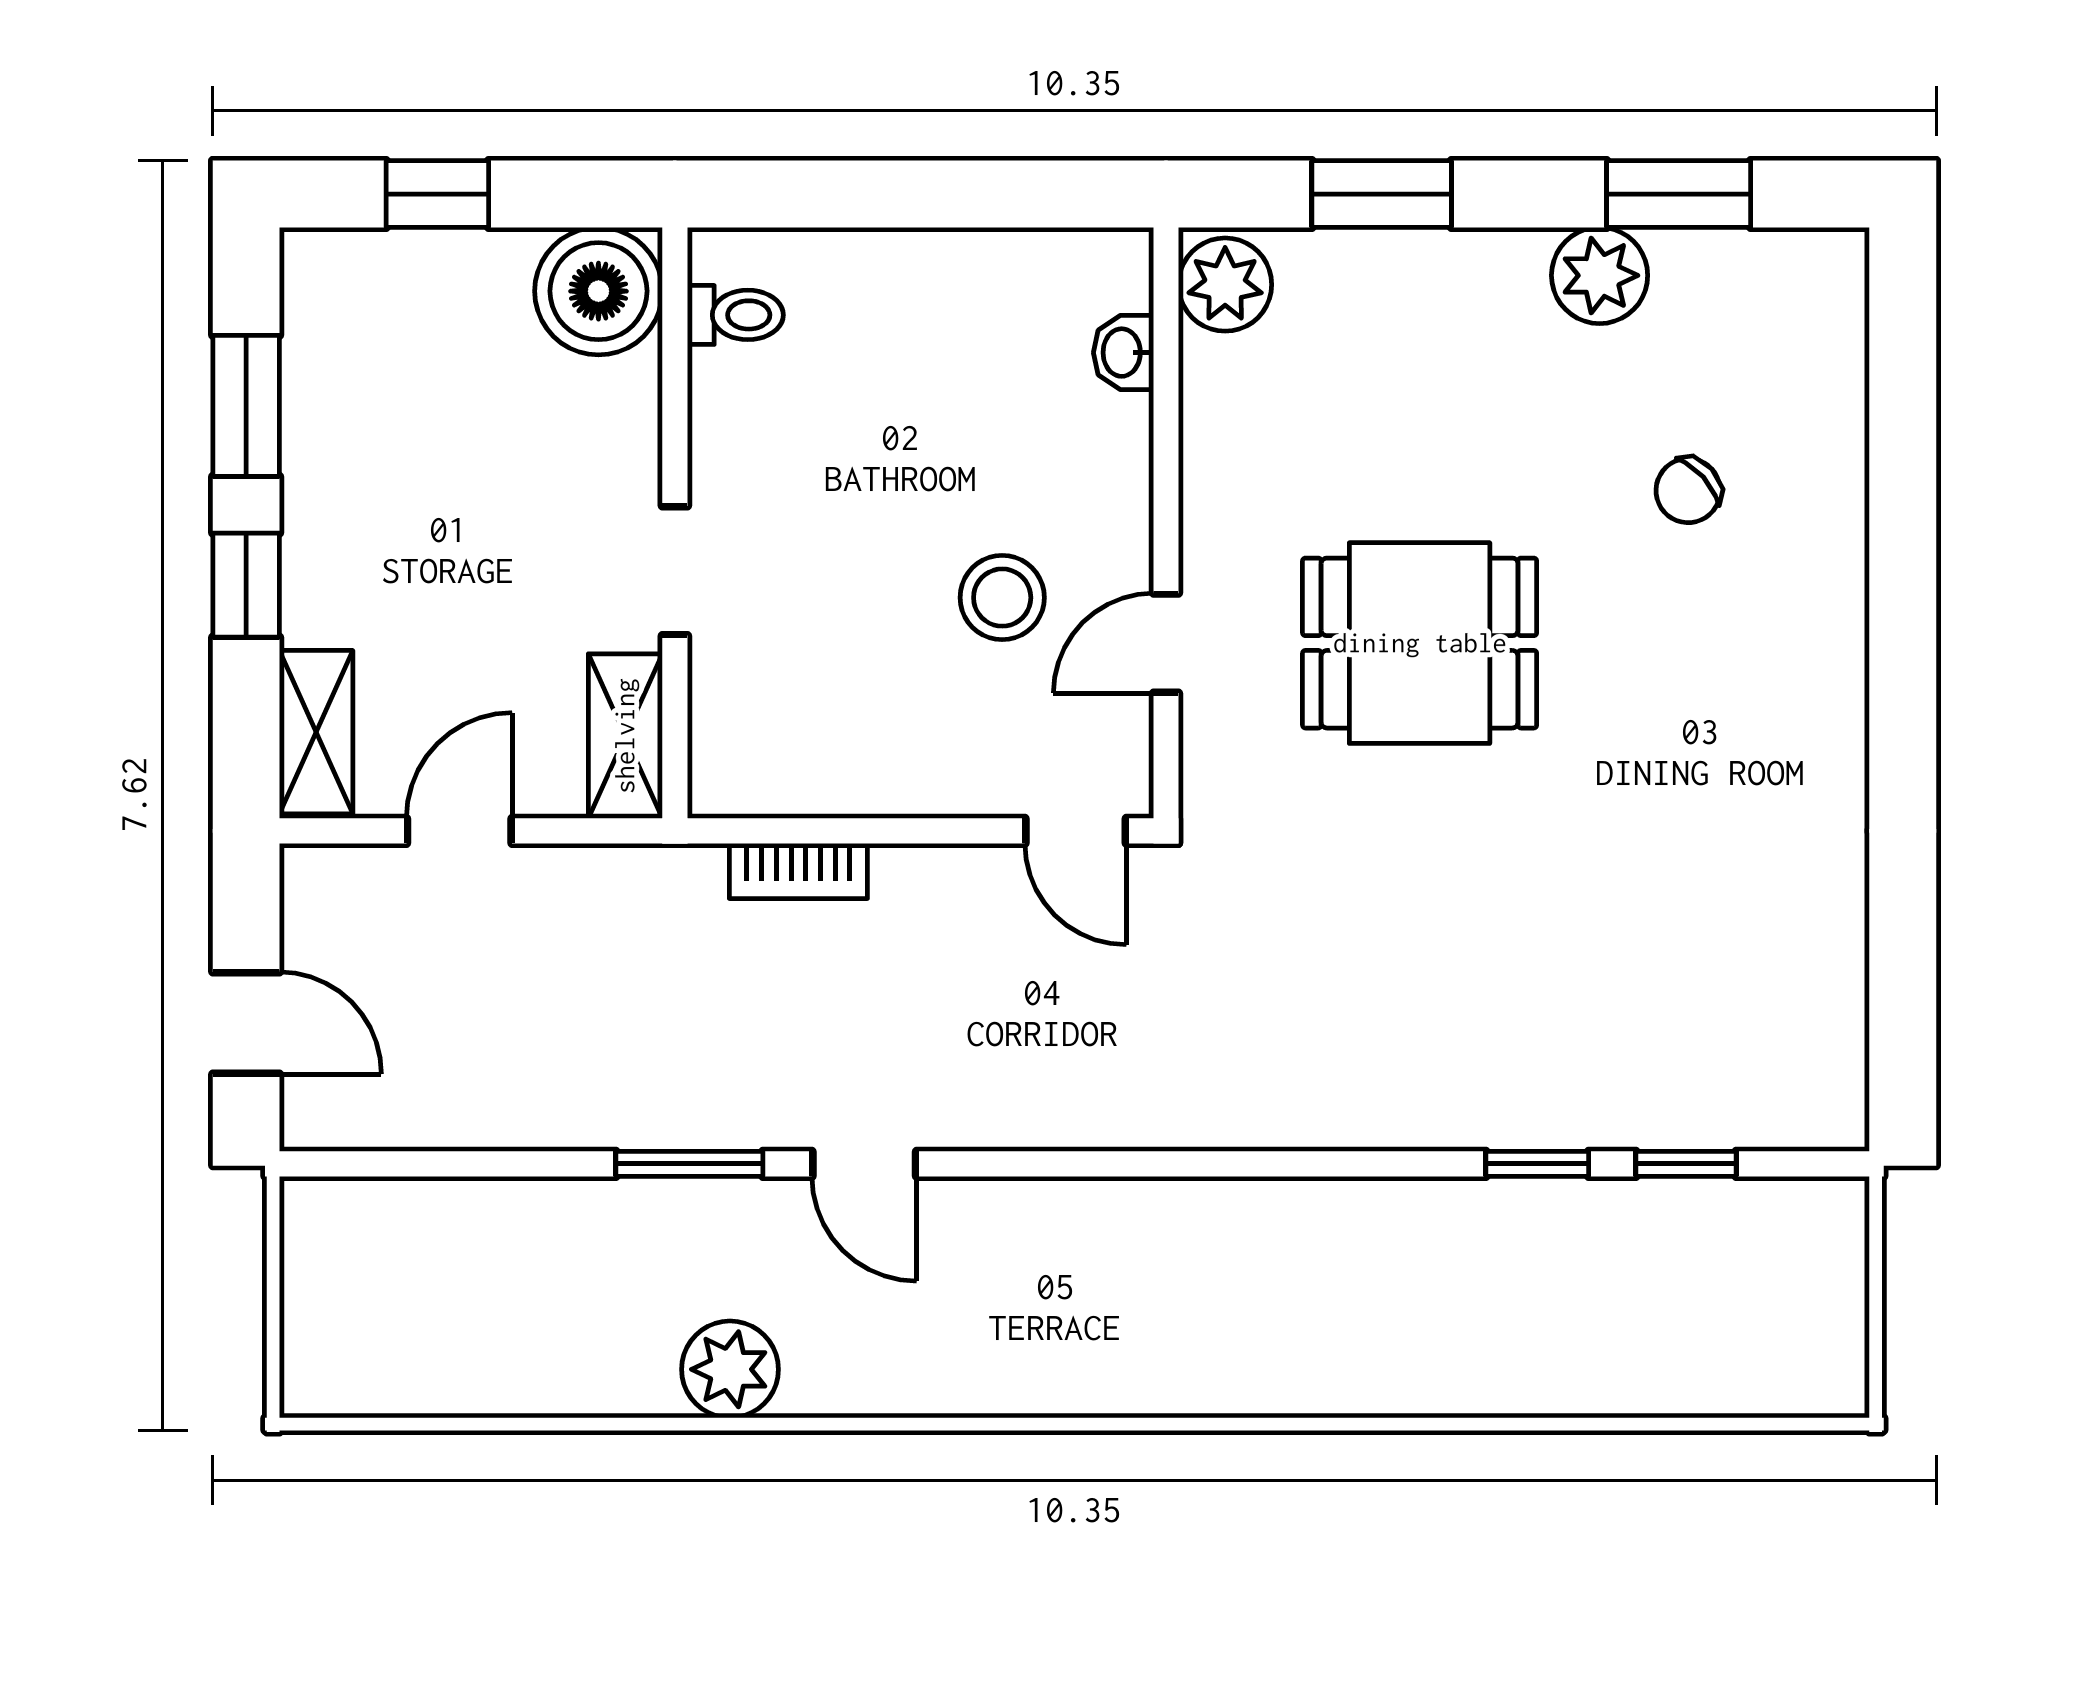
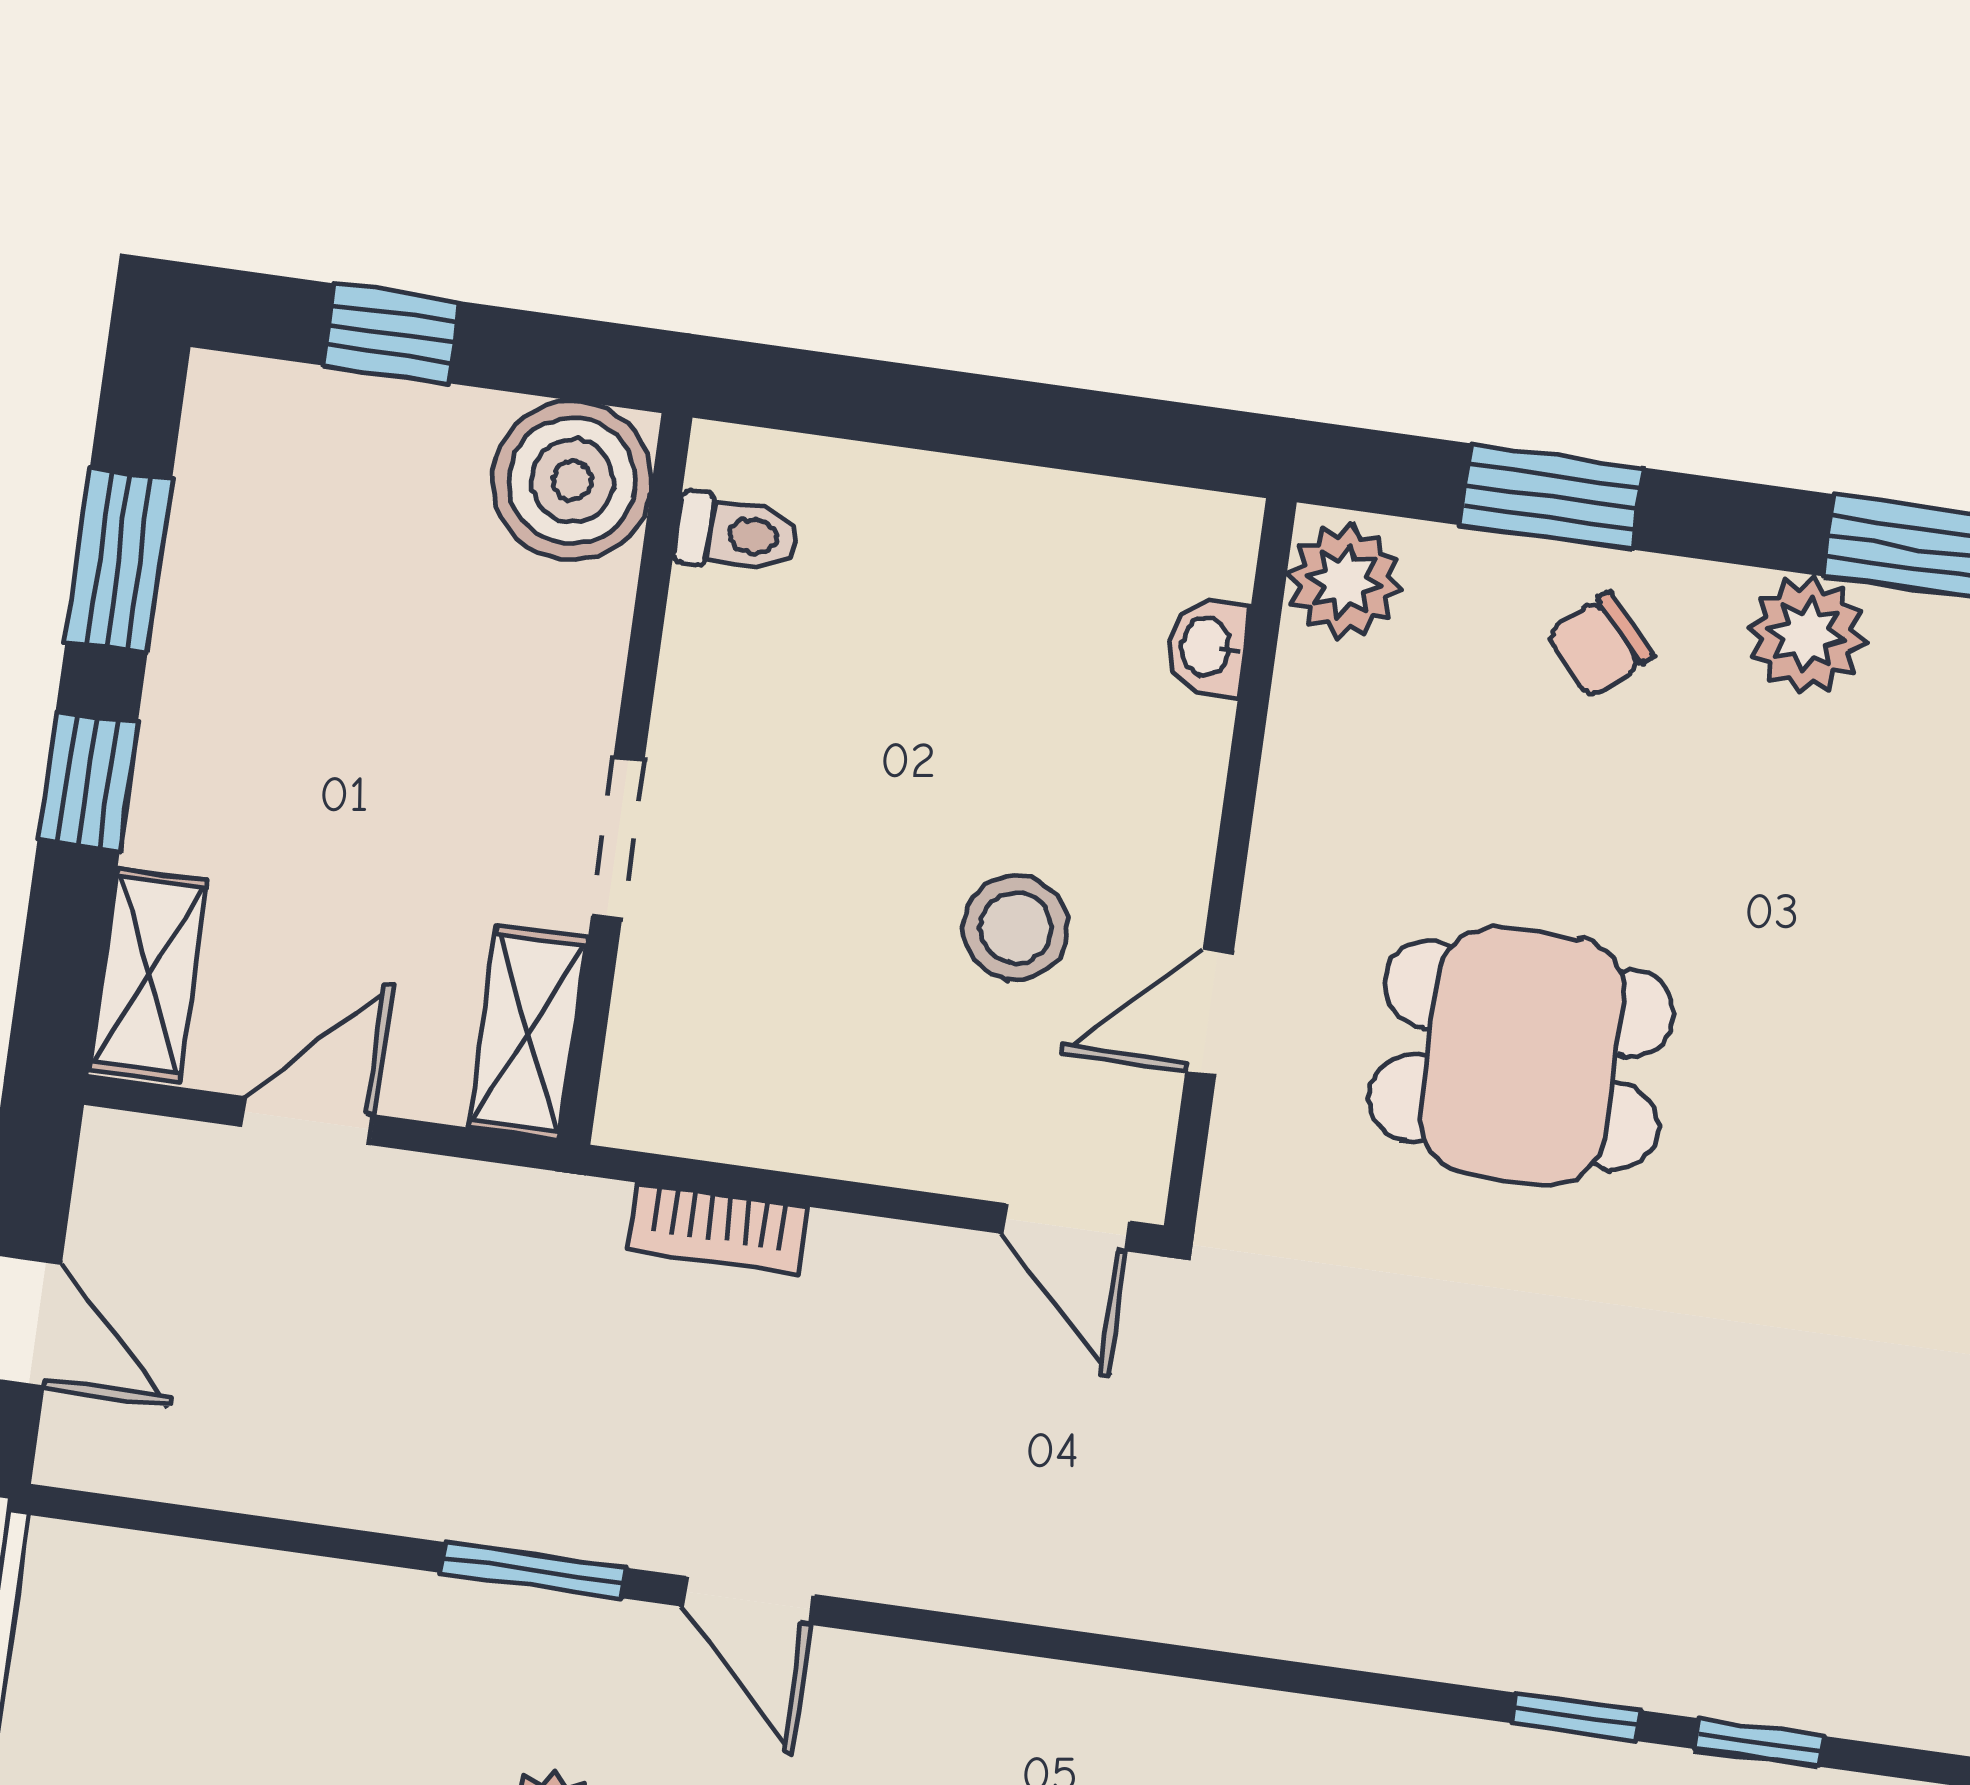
chair: (1688, 491) -> (1599, 645), moved

